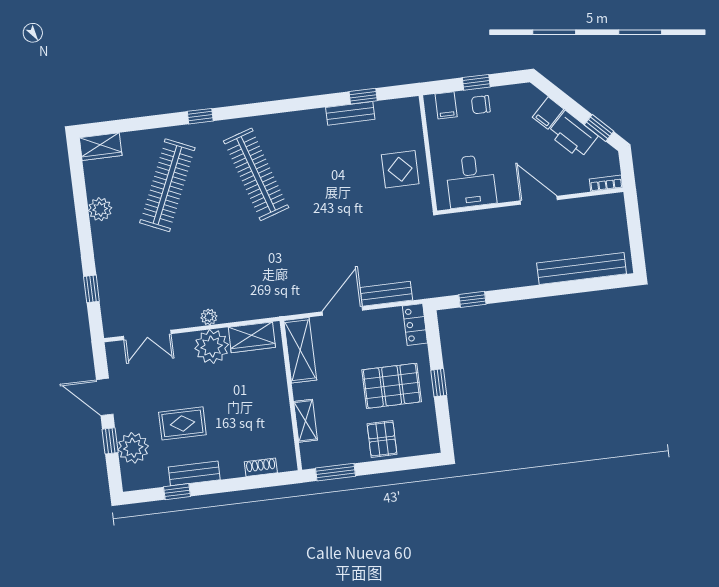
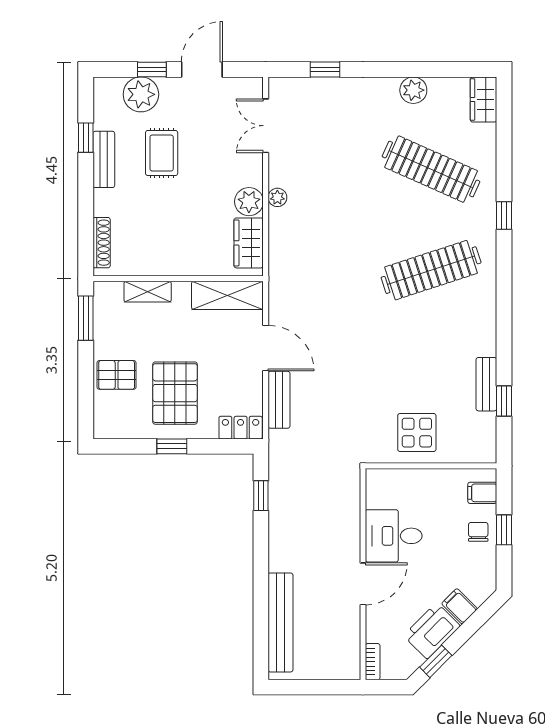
desk: (471, 181) -> (394, 536), moved
plant: (212, 347) -> (249, 202), width x0.73, depth x0.73
shoe rack: (261, 467) -> (102, 243), width x1.43

